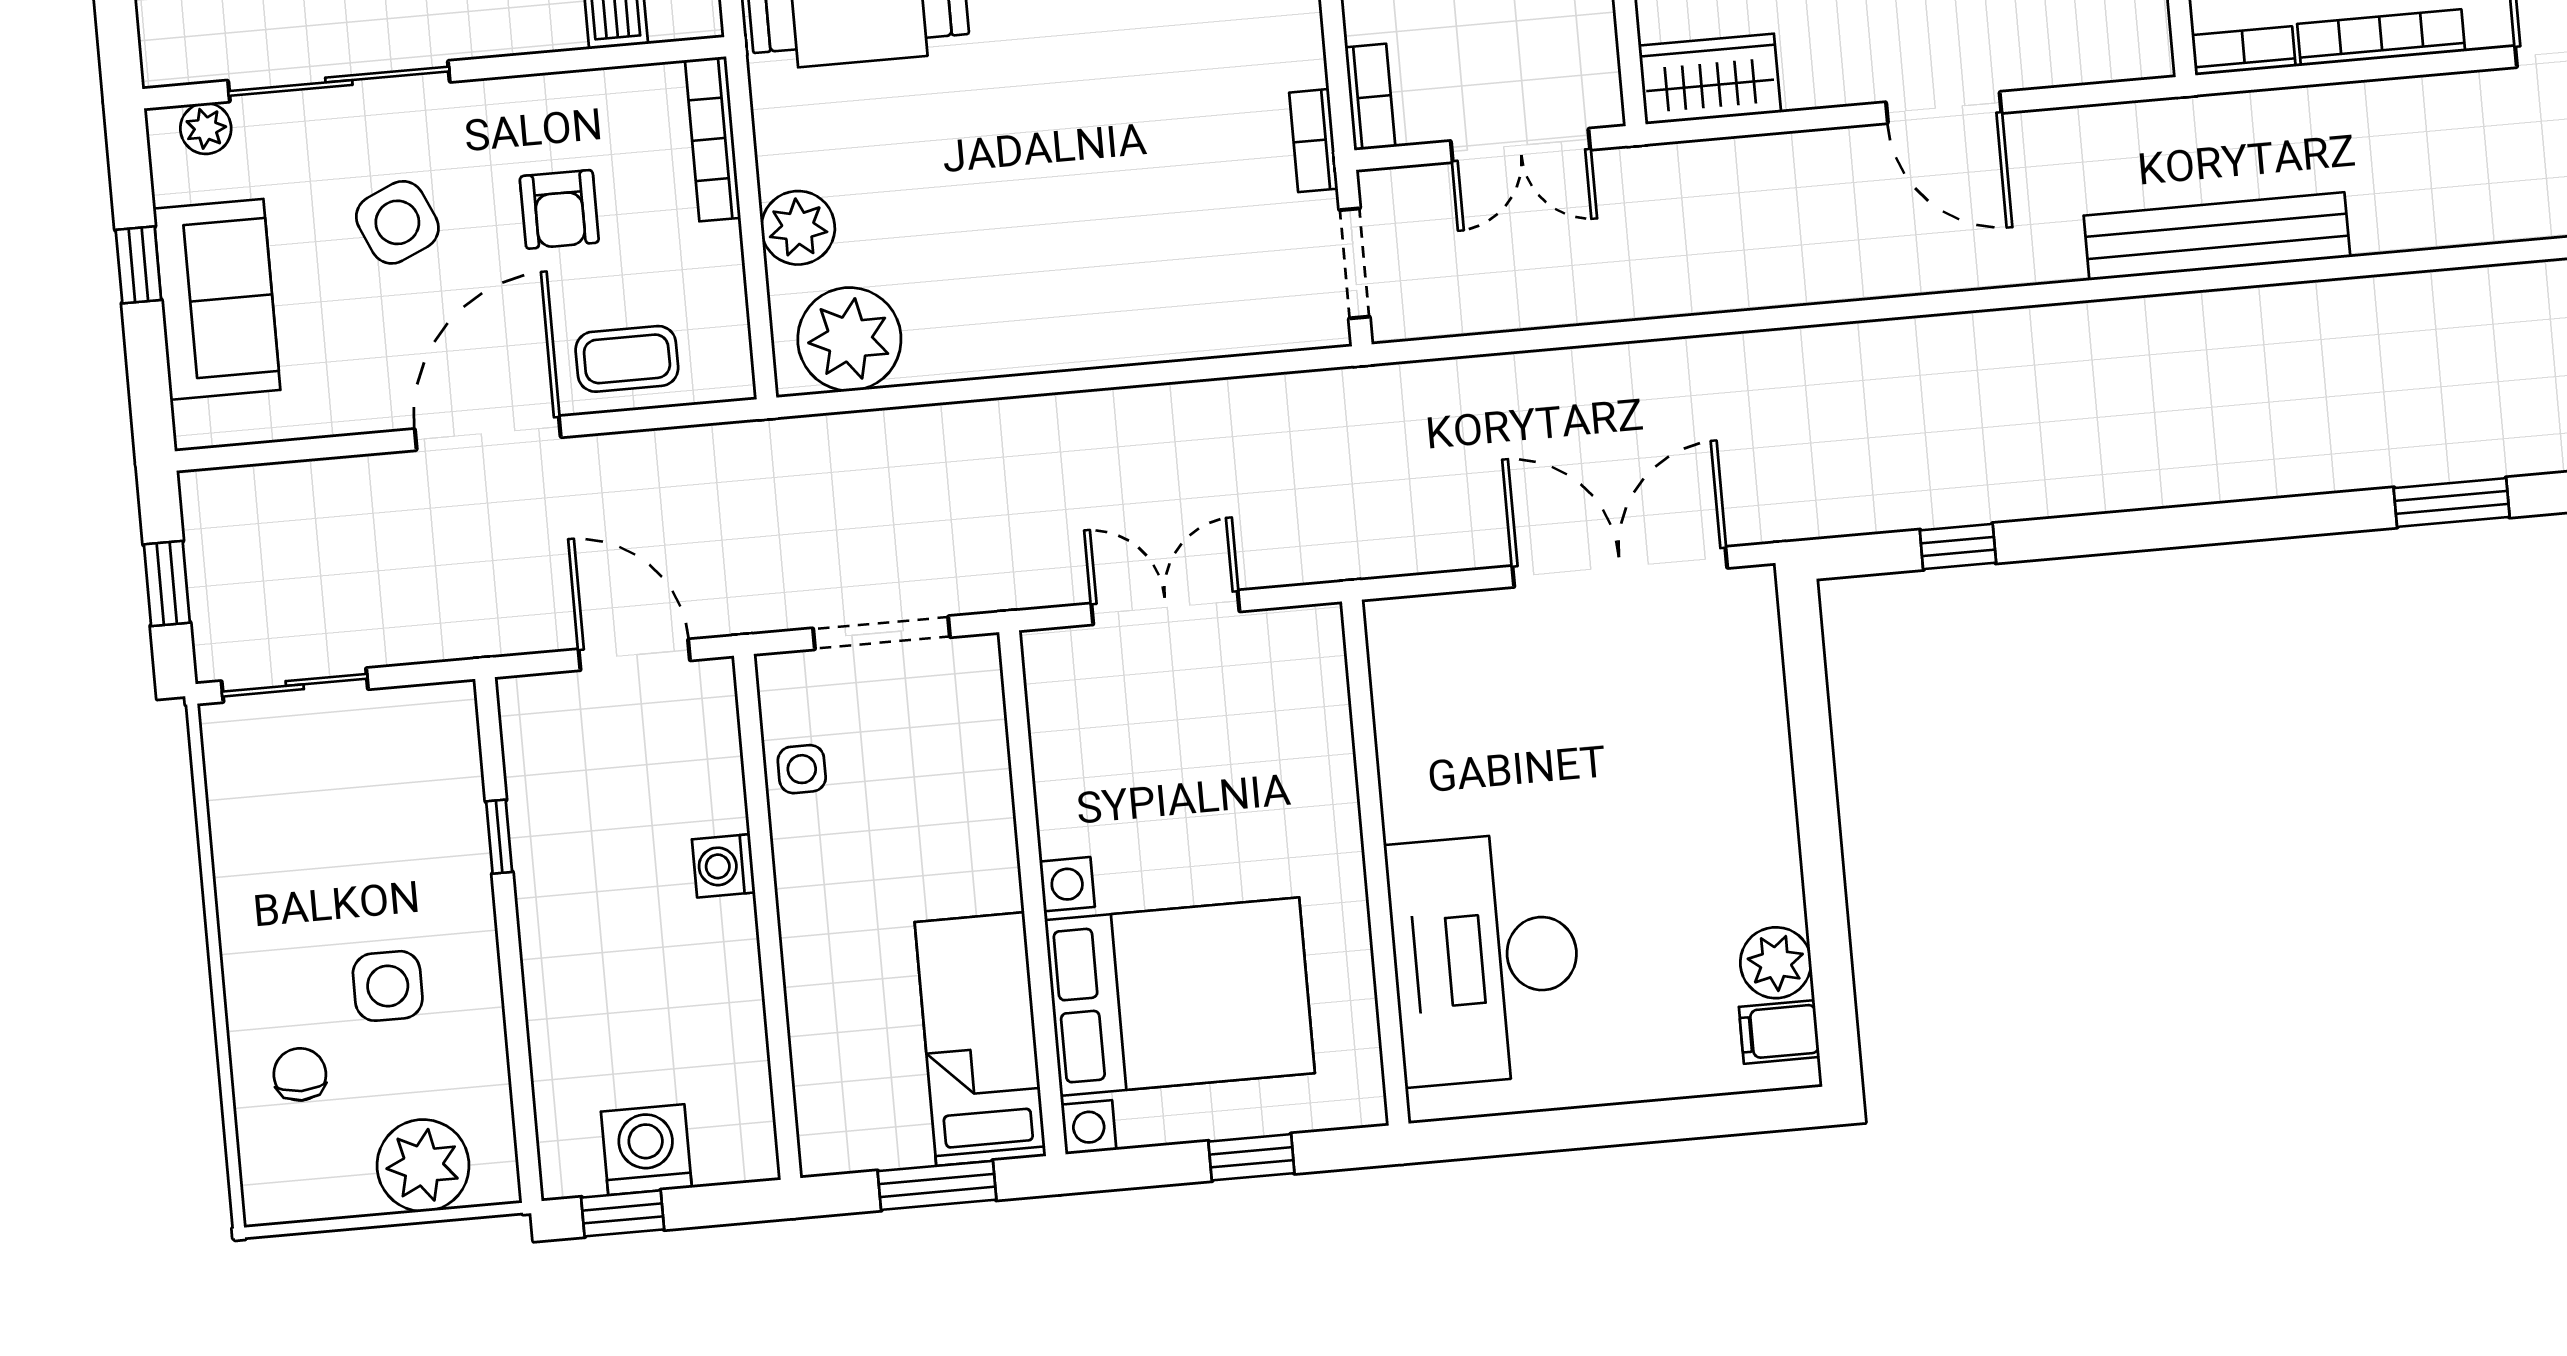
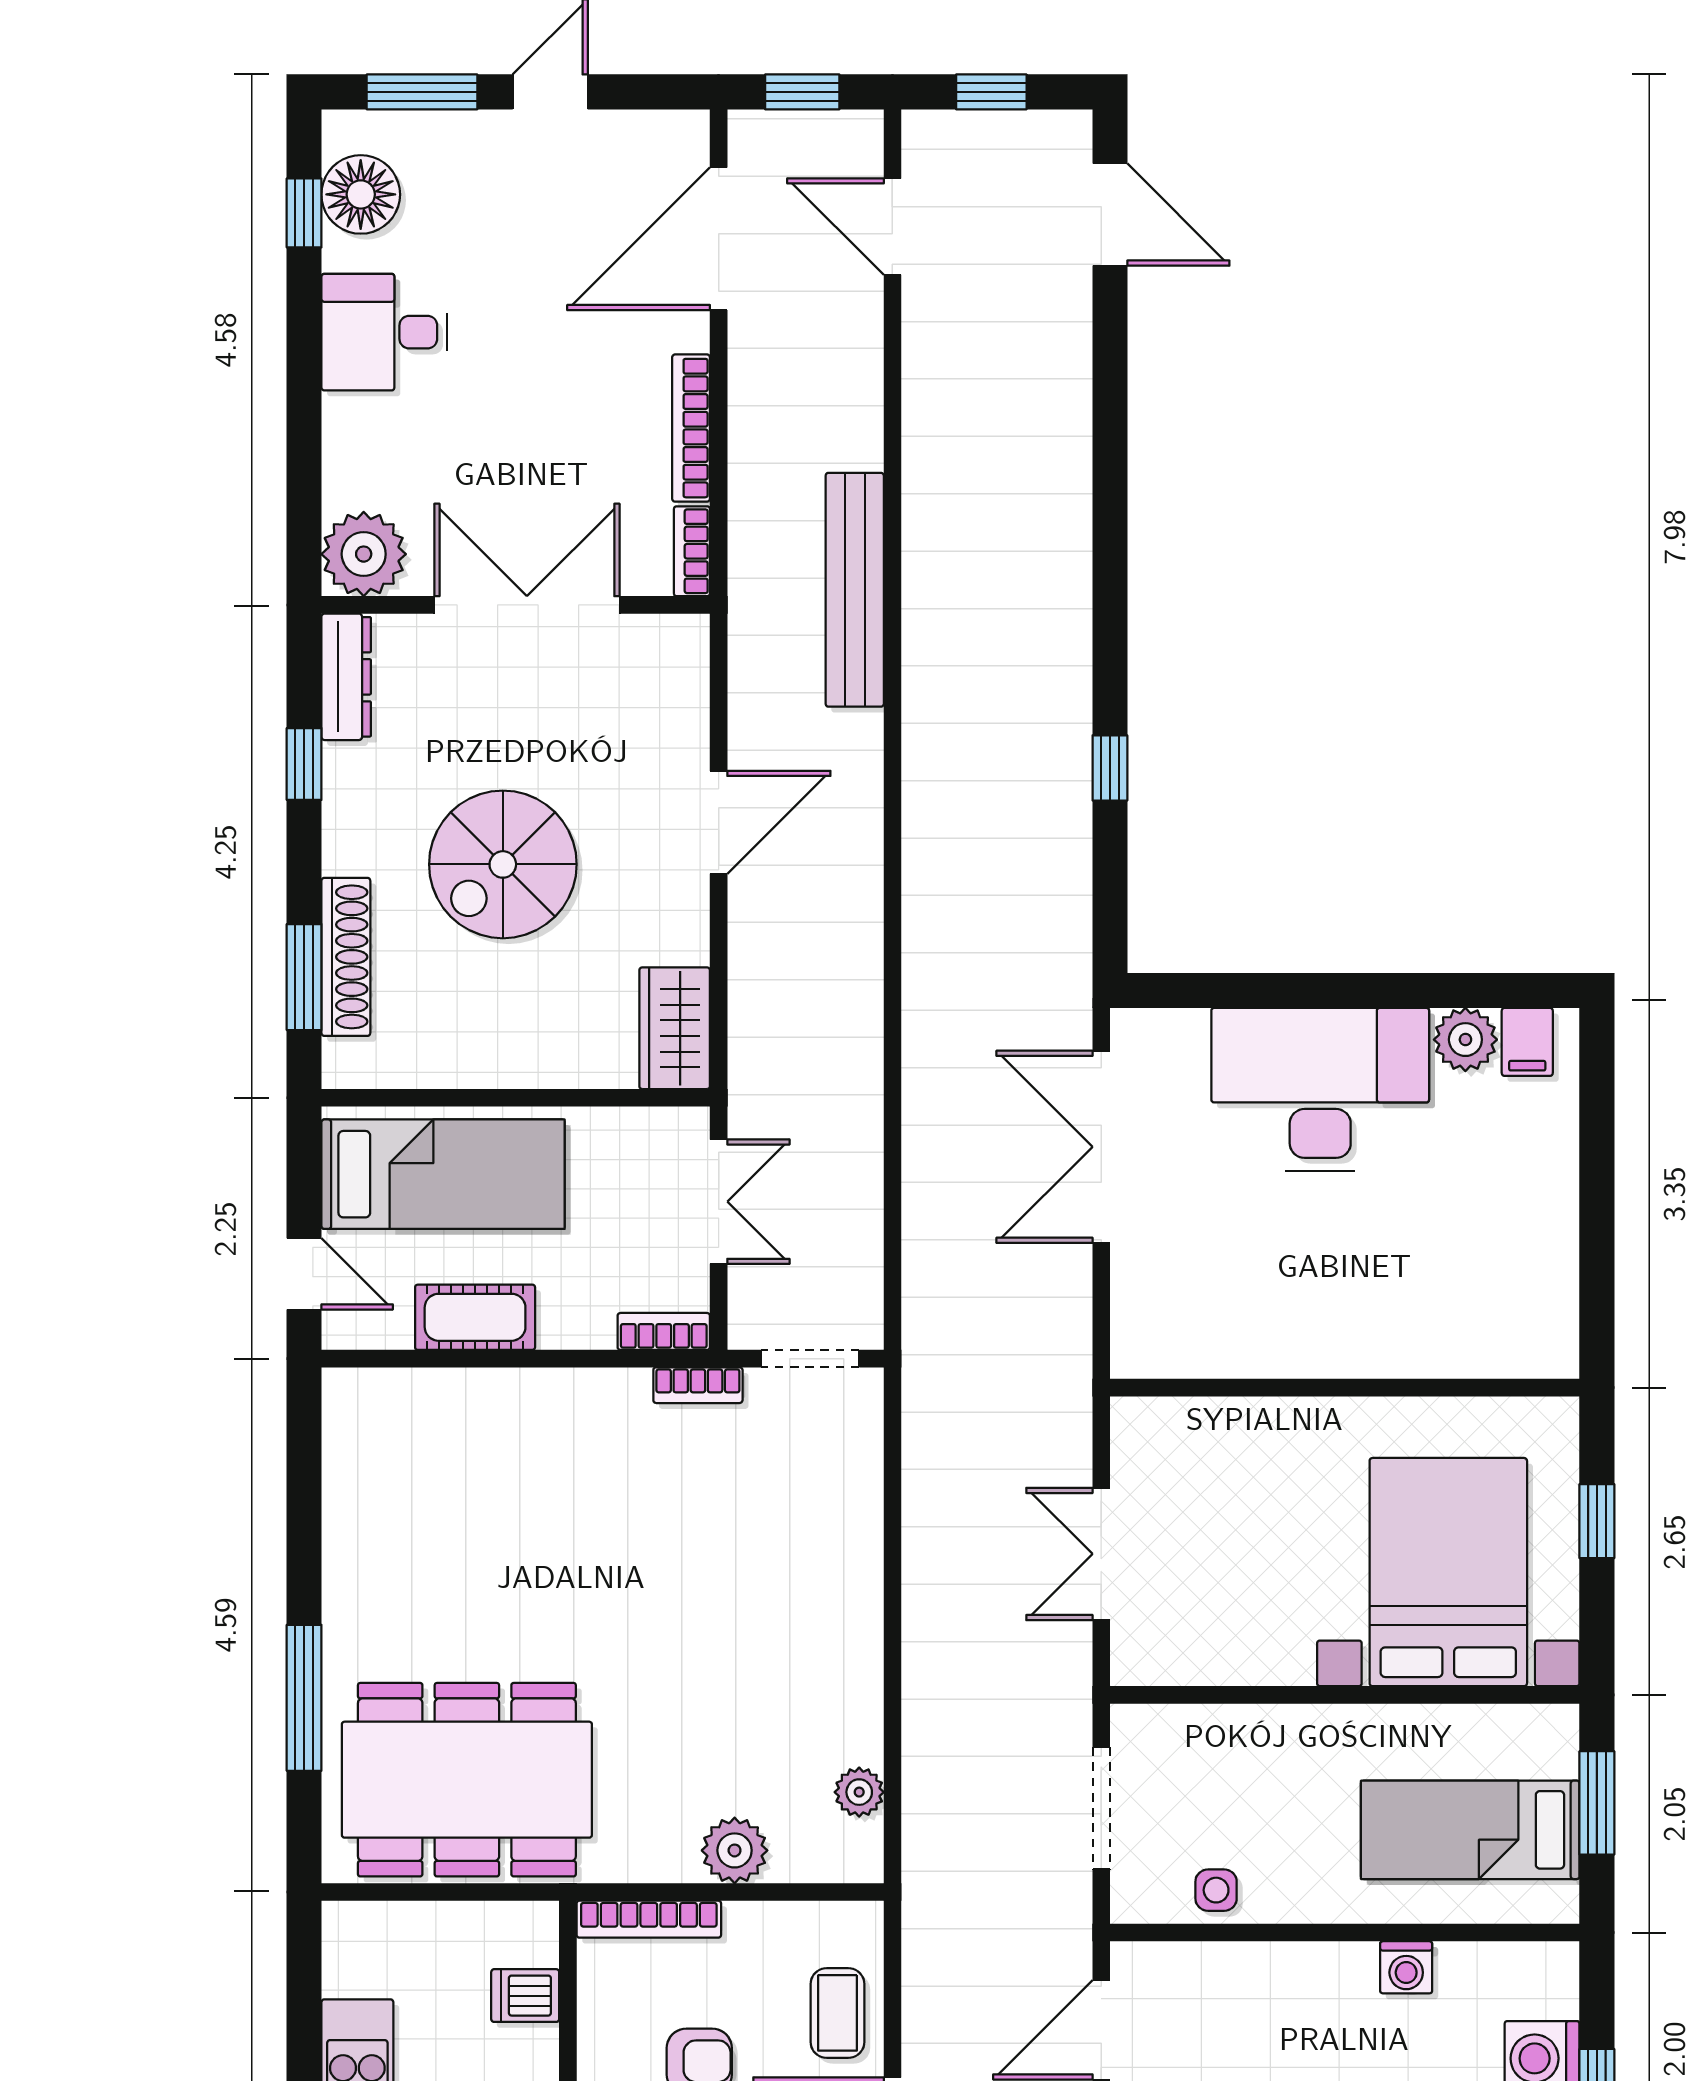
plant: (849, 339) -> (859, 1792), width x0.53, depth x0.53
window: (2452, 502) -> (1110, 402), removed
window: (1958, 546) -> (1110, 768), moved
washing machine: (724, 866) -> (1406, 1967), moved
desk: (1485, 959) -> (1320, 1089), moved, turned 180
bed: (980, 1039) -> (1470, 1830), moved

